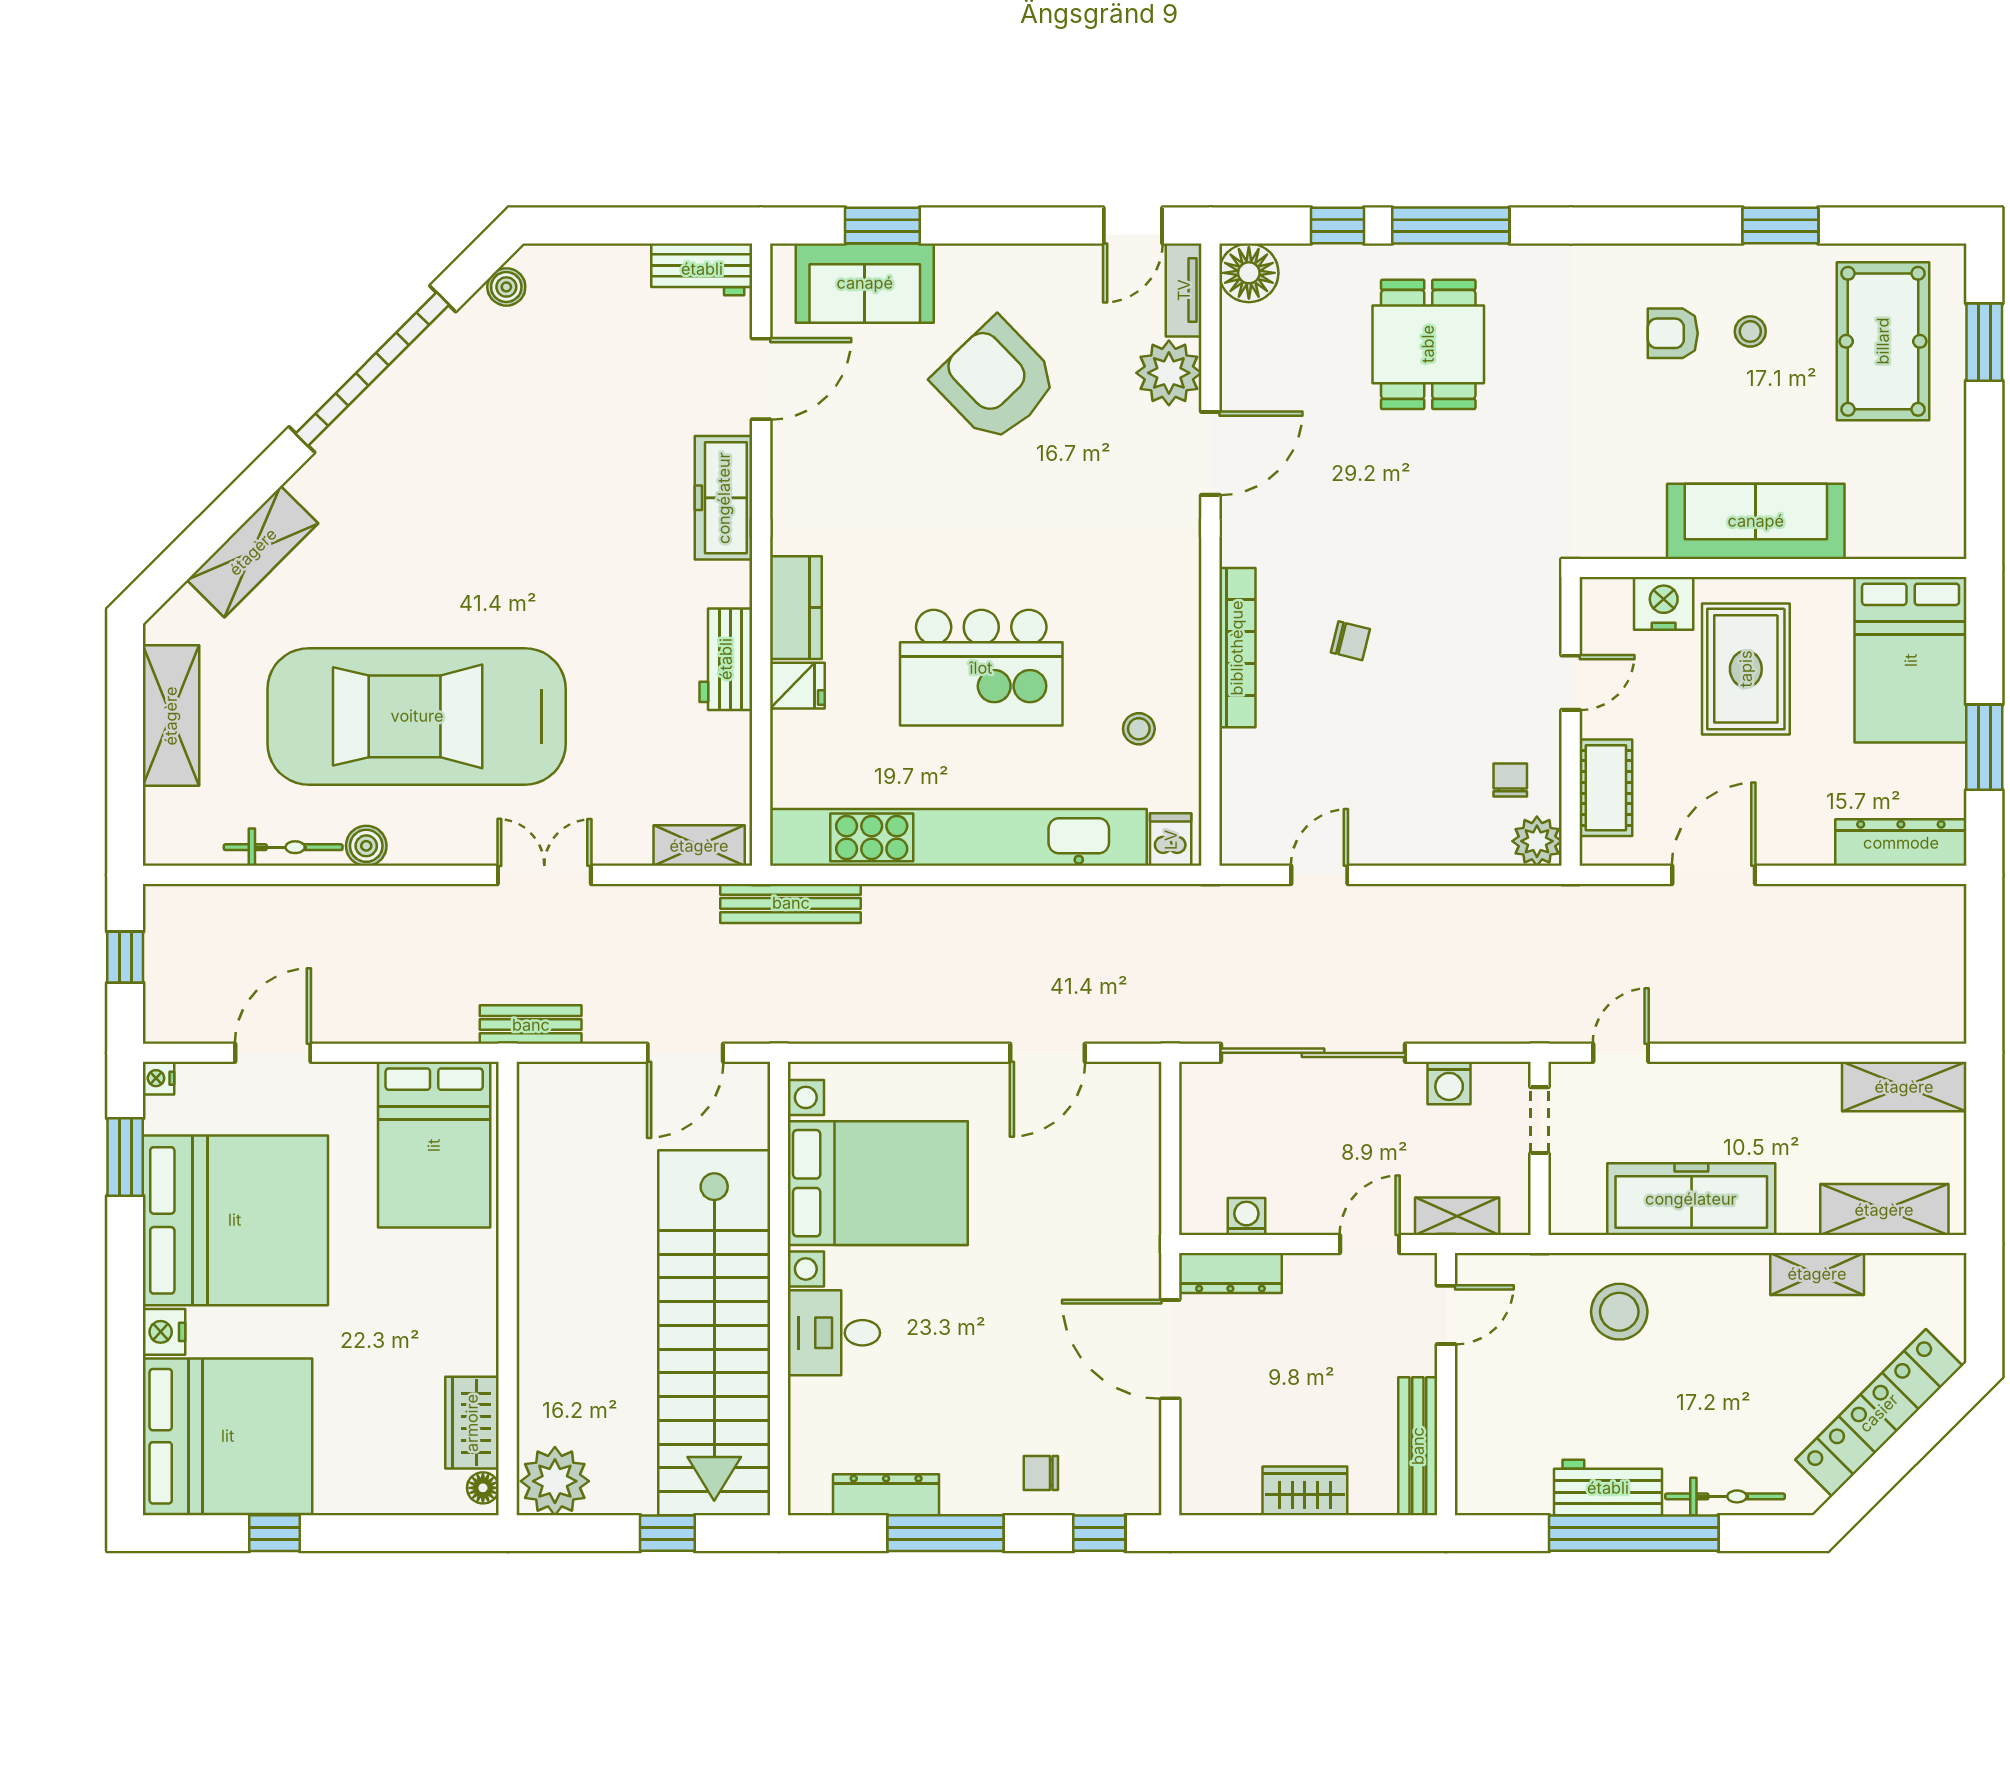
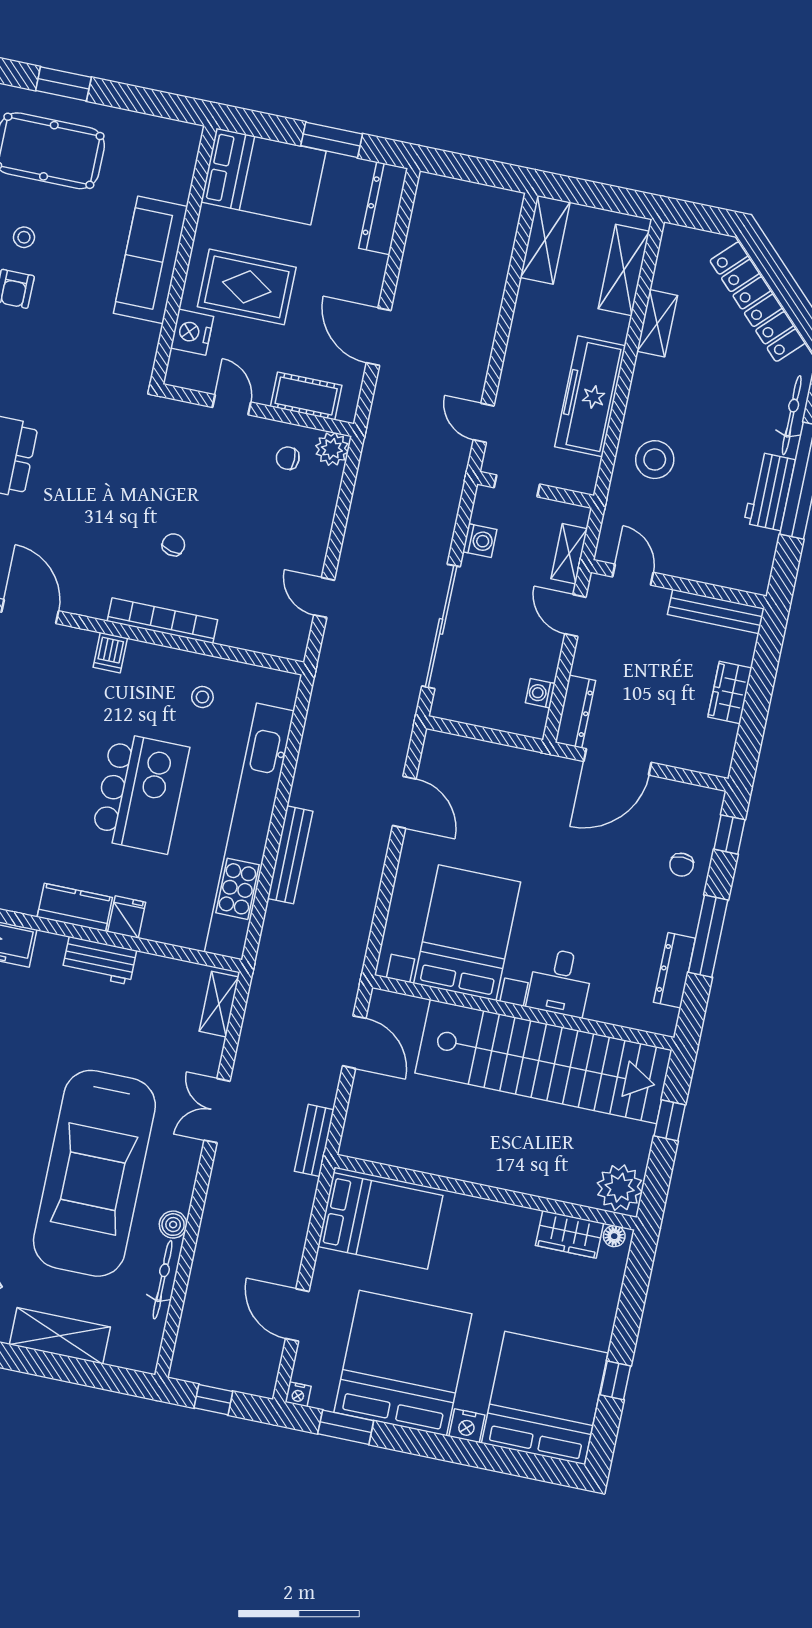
dishwasher: (1171, 840) -> (110, 653), moved, turned -90
bench: (791, 903) -> (290, 855), moved

